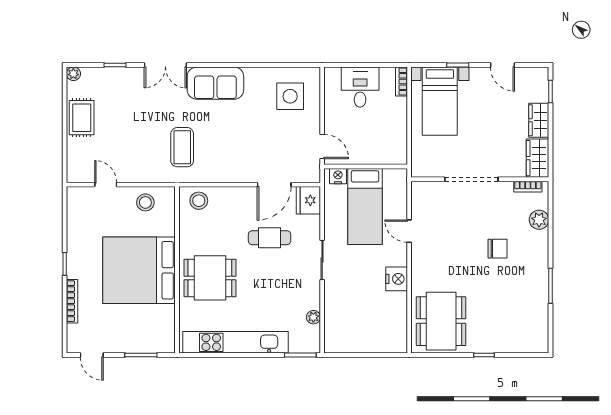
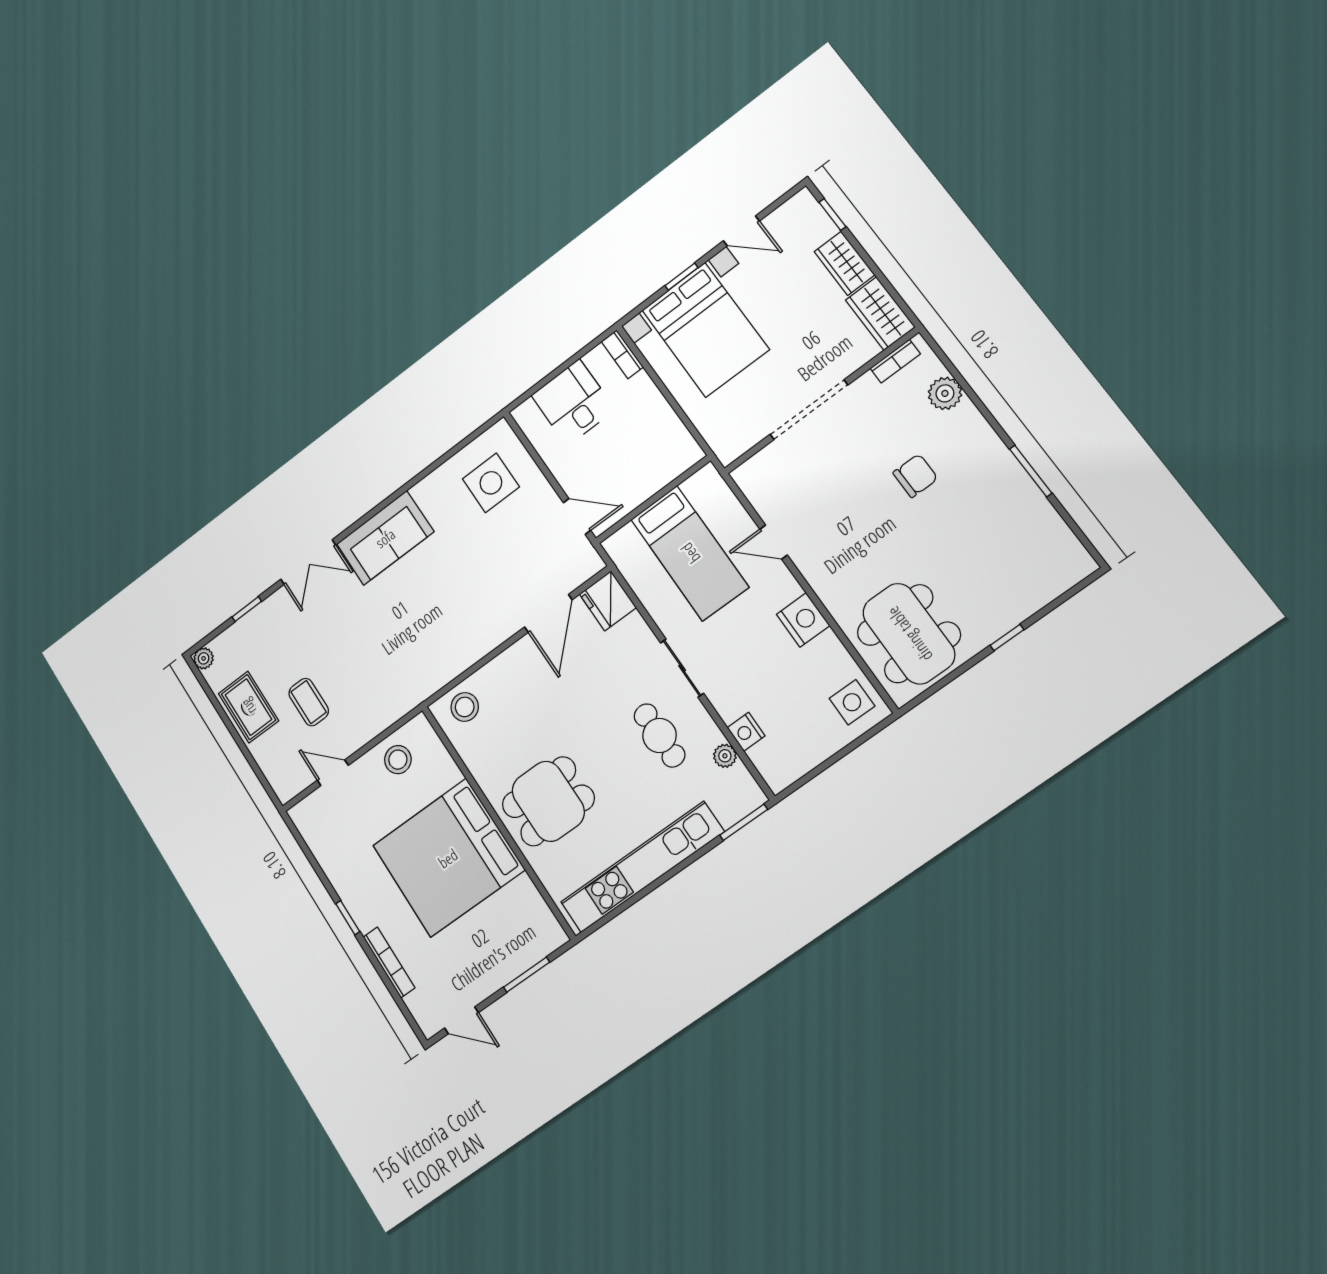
bed with nightstands: (440, 101) -> (705, 330), width x1.36
coffee table: (182, 147) -> (309, 702), moved, width x0.73, depth x0.77
nightstand: (338, 176) -> (746, 732), moved, turned -90
cafe table: (270, 238) -> (659, 735), moved, turned 90
side table: (392, 334) -> (852, 702), added

